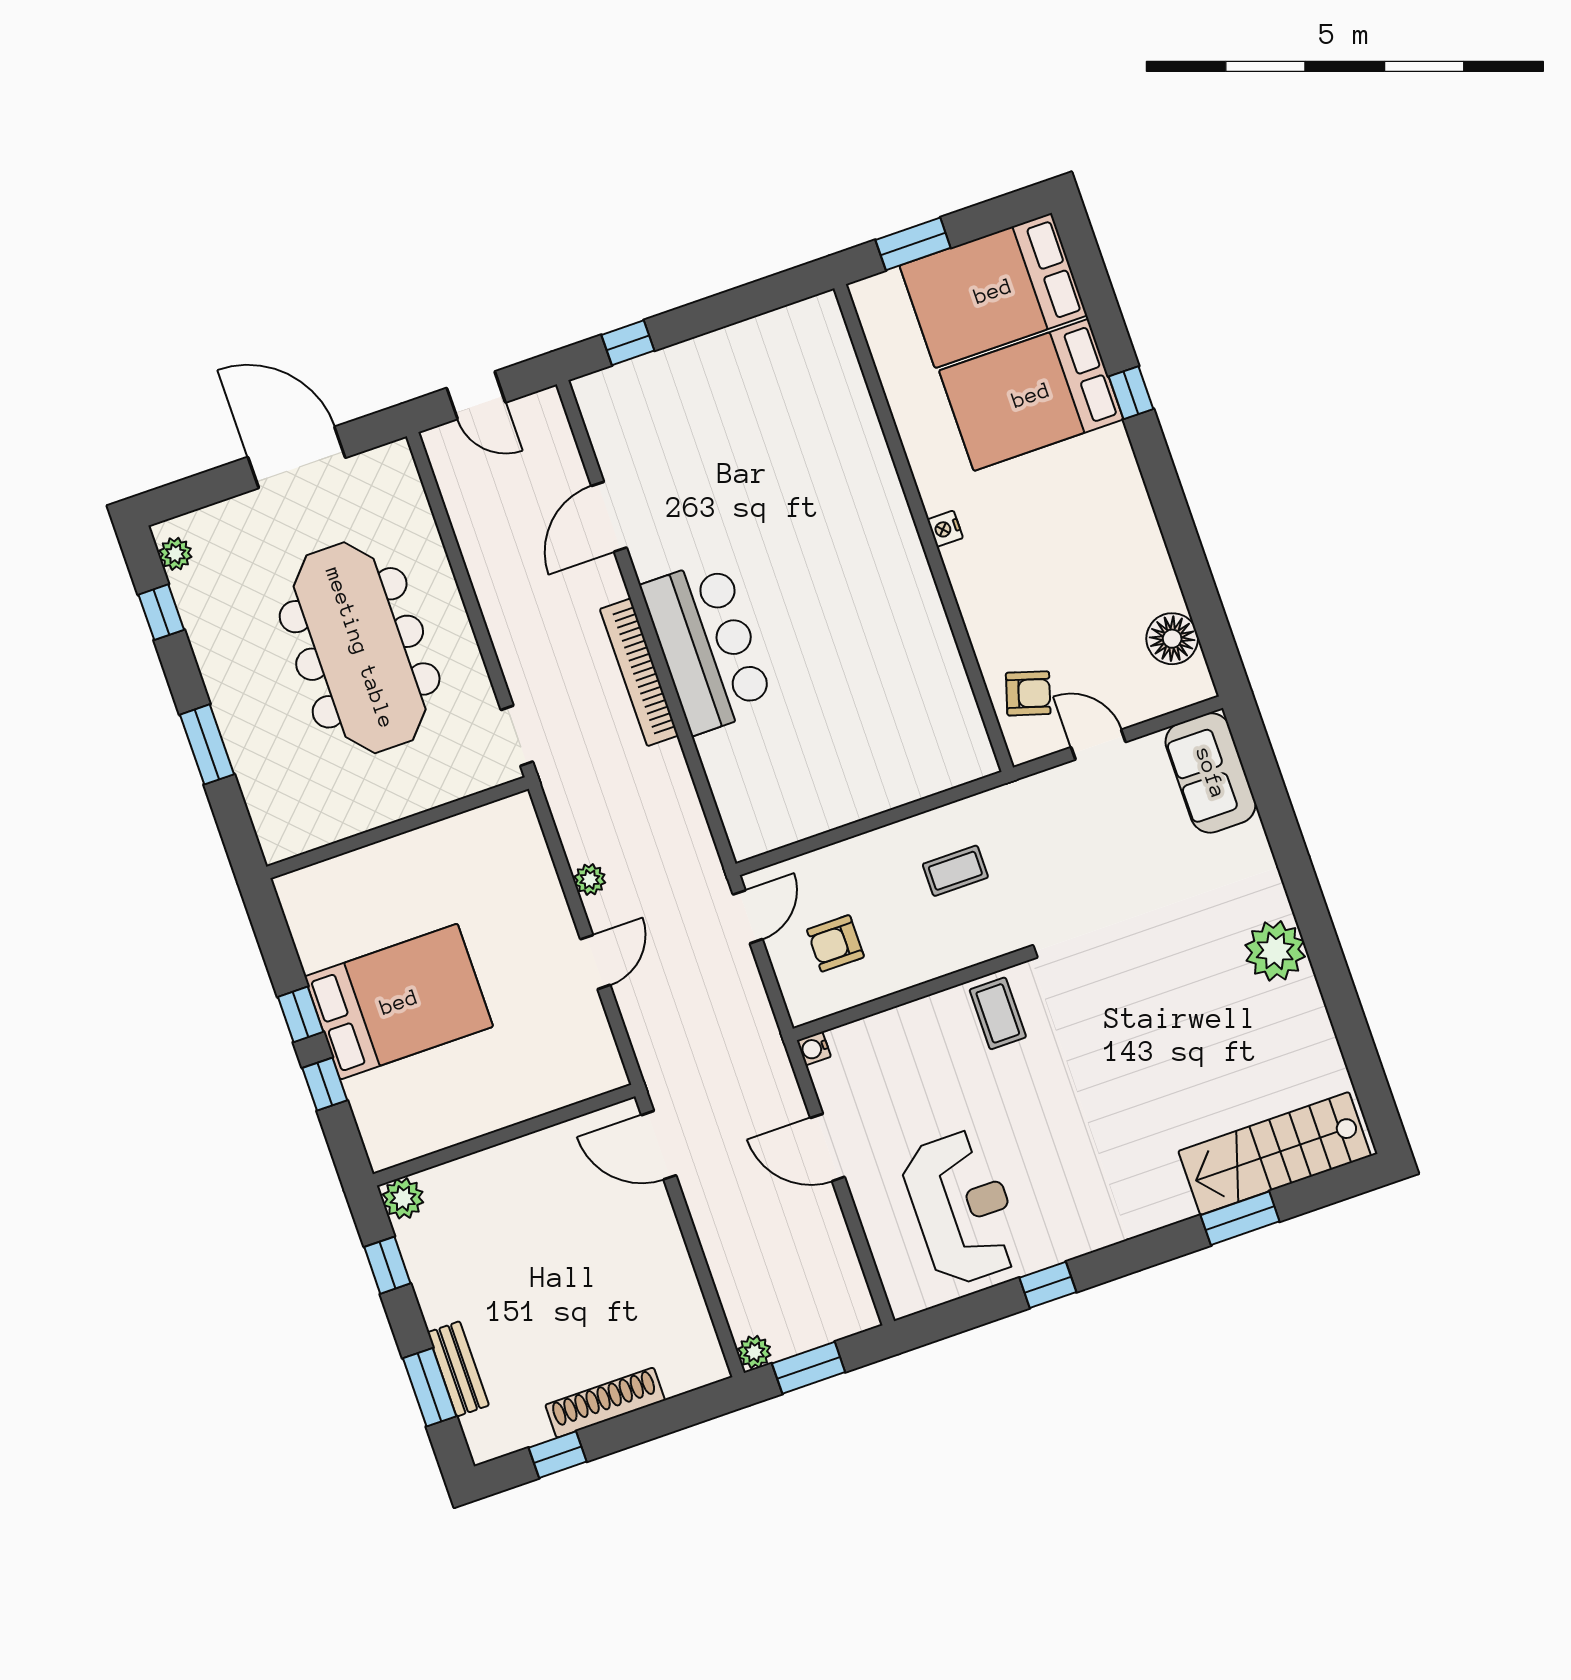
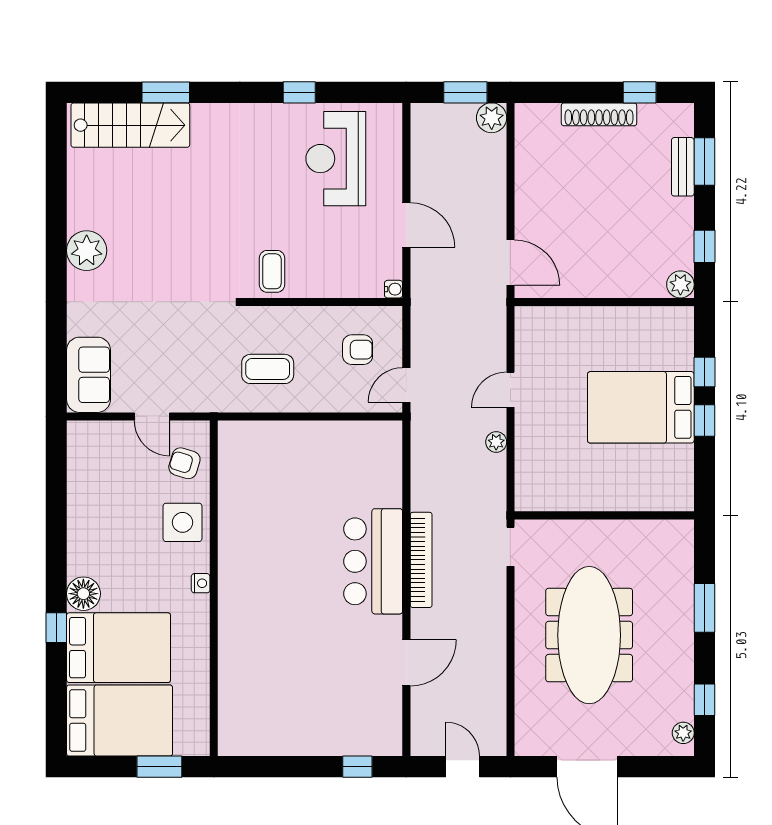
side table: (1001, 607) -> (182, 522), added
floor lamp: (1172, 639) -> (83, 594), moved
coffee table: (955, 871) -> (268, 369), width x1.36, depth x1.30
plant: (754, 1352) -> (492, 118), width x1.38, depth x1.38

